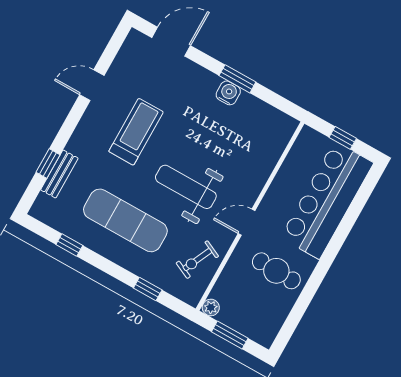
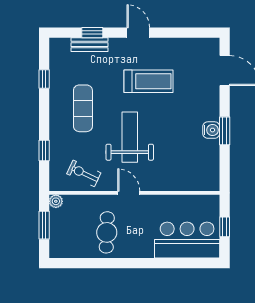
door: (92, 85) -> (138, 33), moved
bar counter: (327, 200) -> (187, 240), width x0.73
exercise mat: (125, 220) -> (83, 108), width x0.73, depth x0.69

